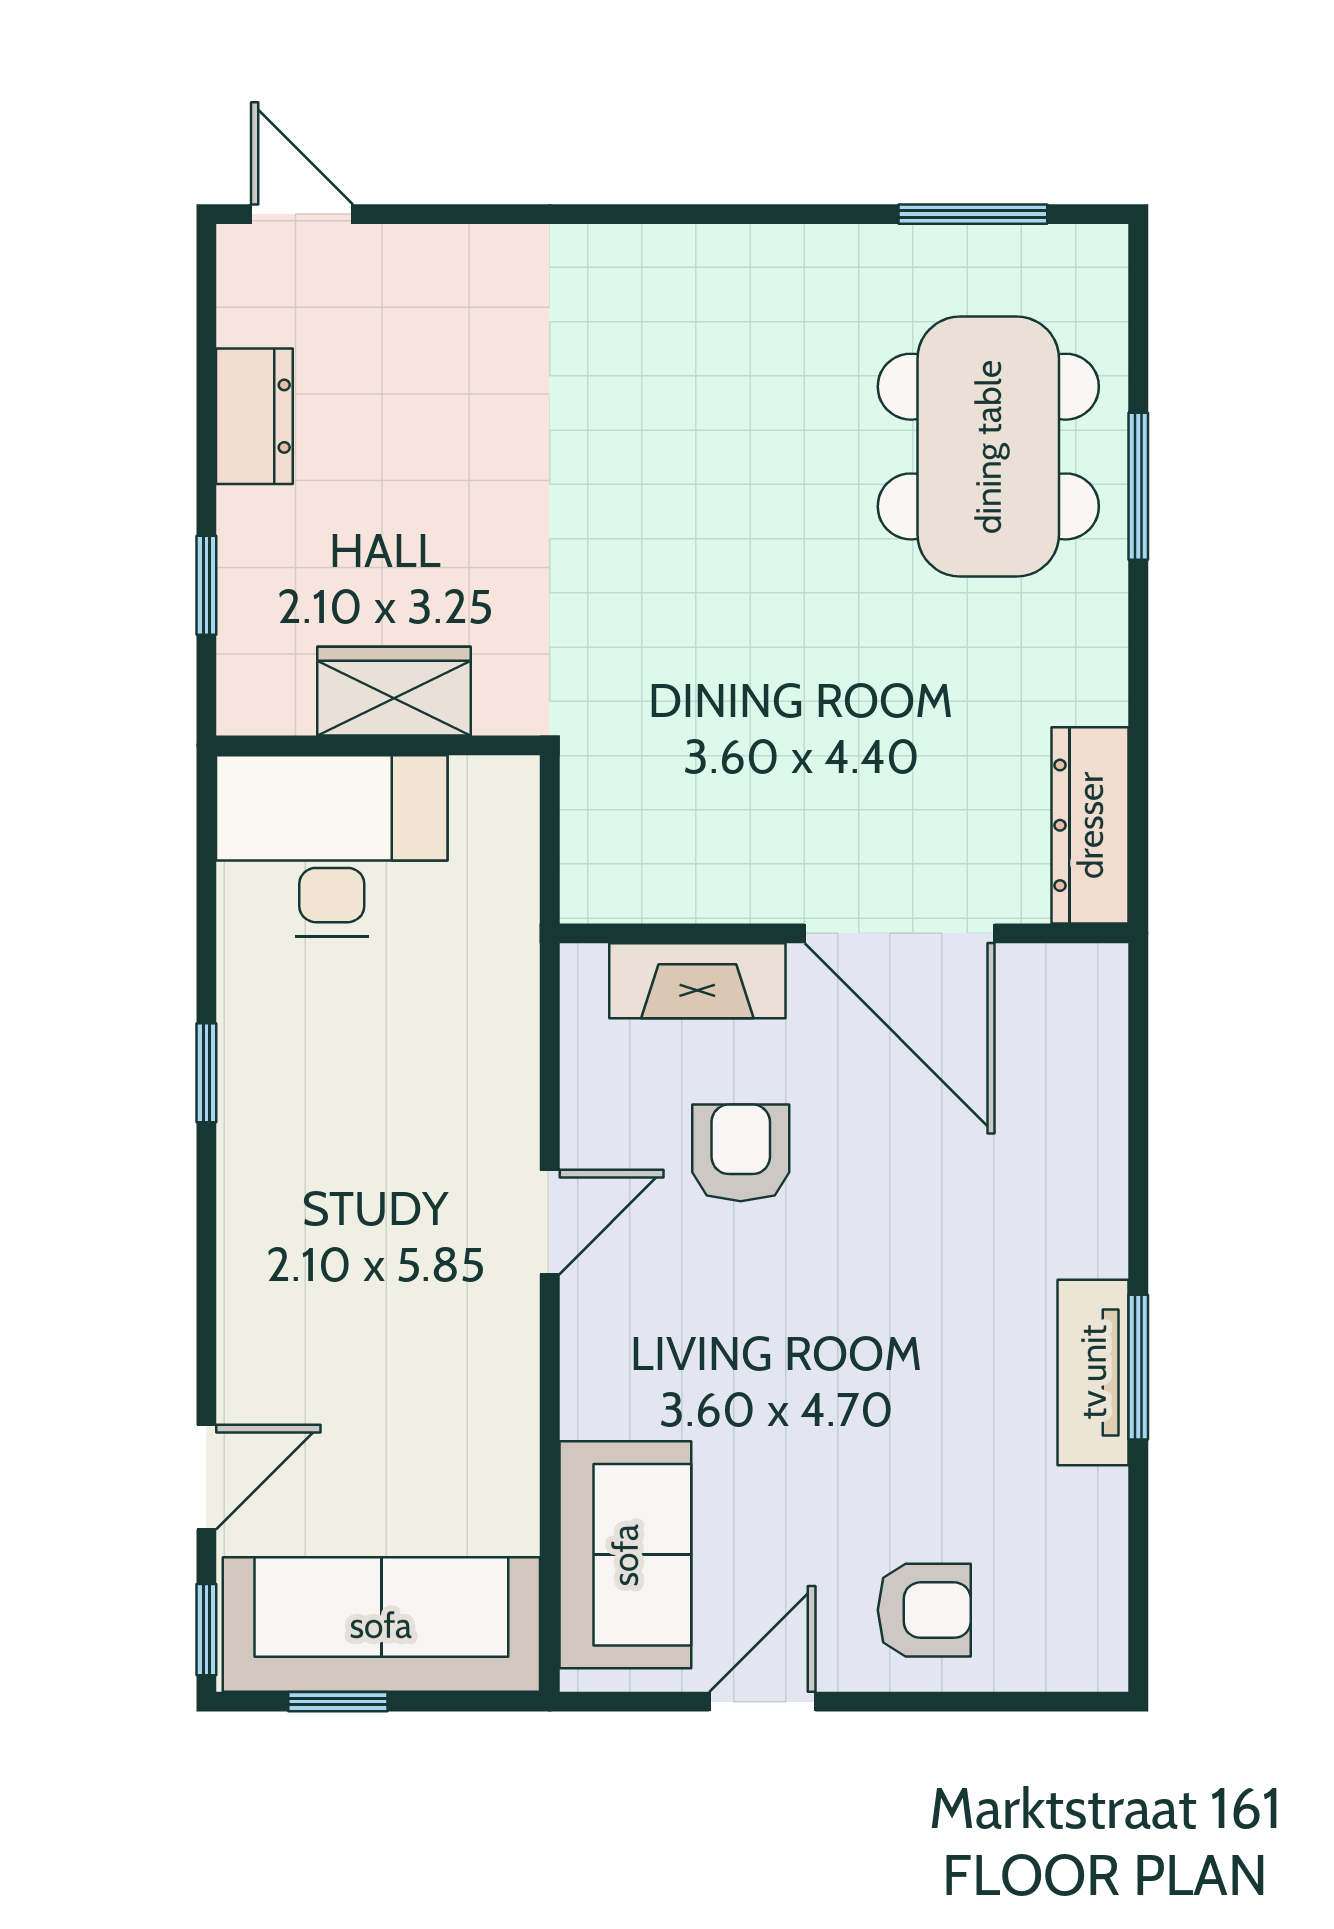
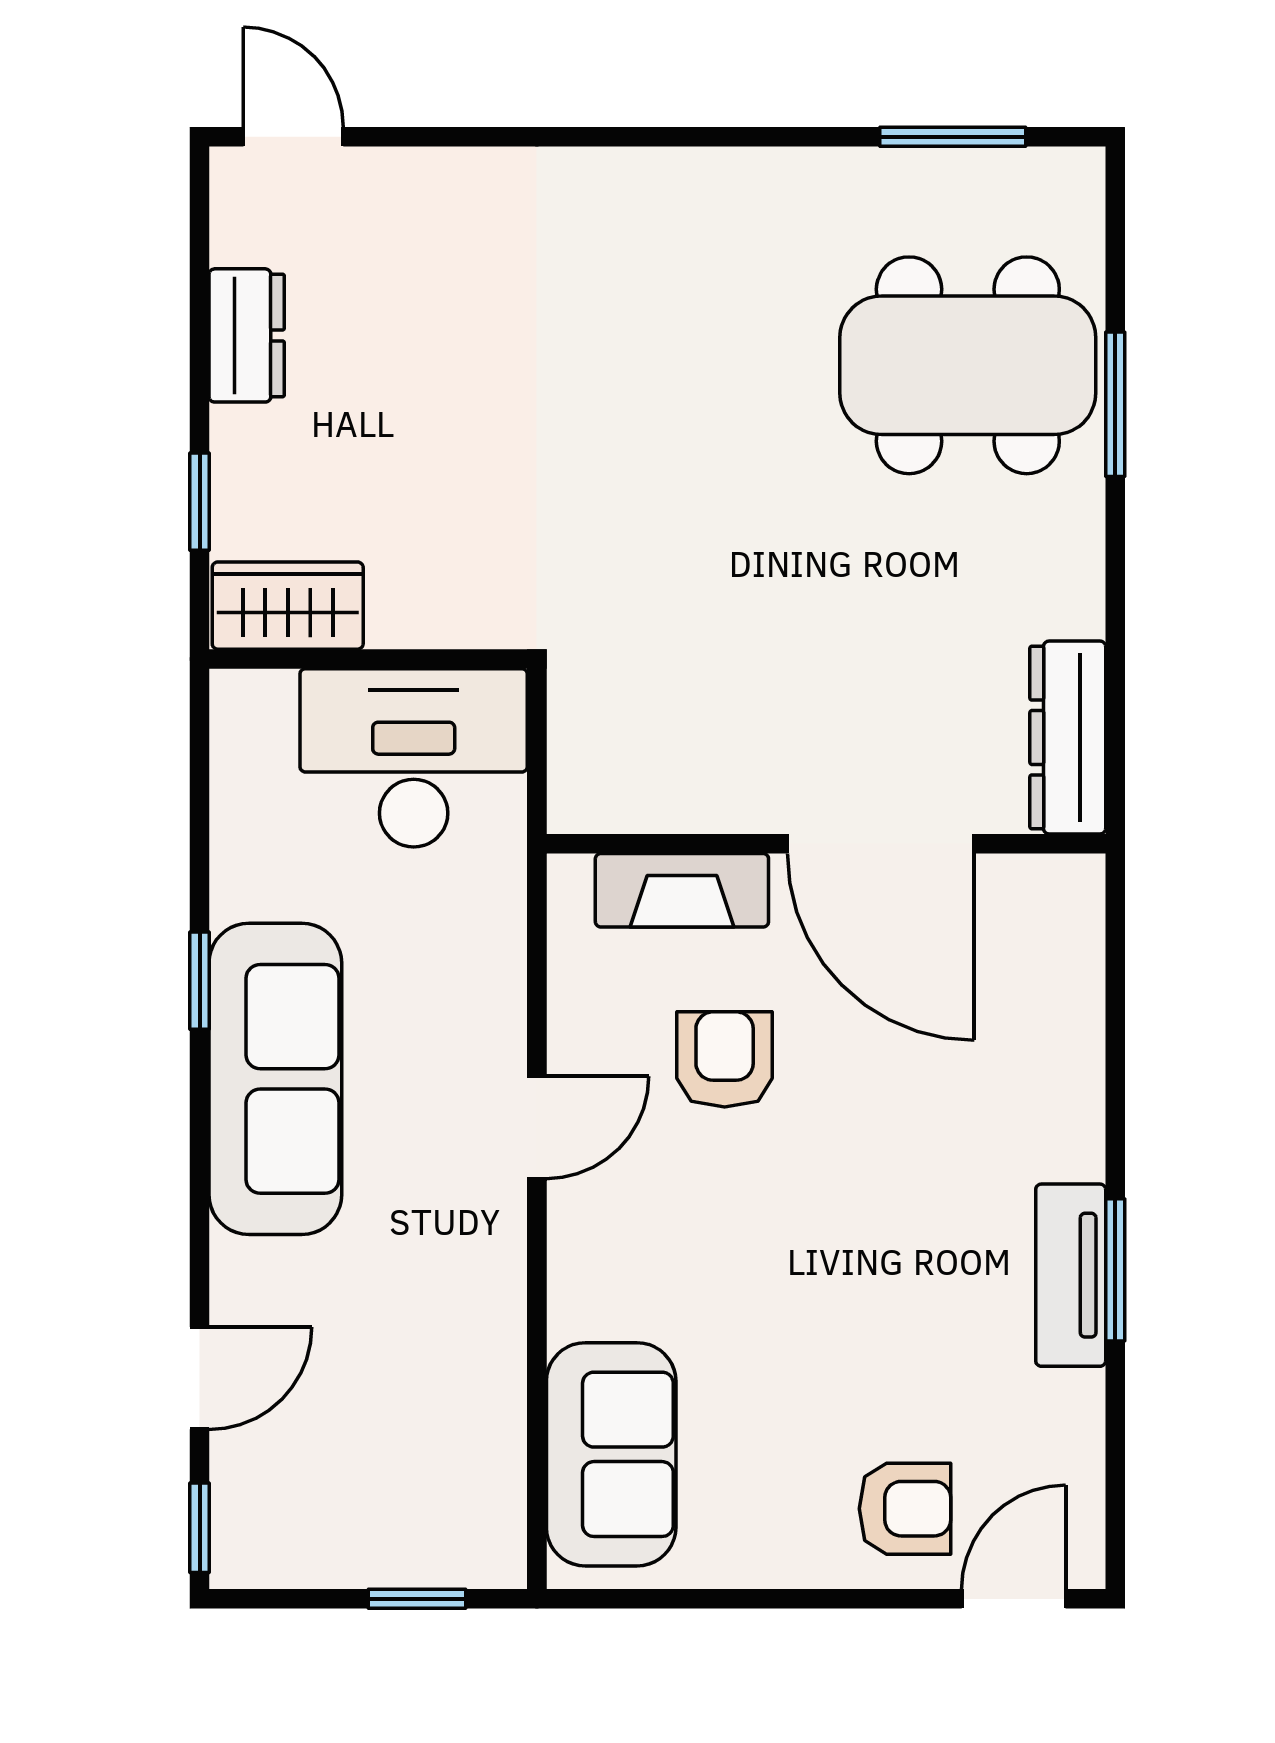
dining table: (988, 447) -> (968, 365), turned 90
wardrobe: (394, 691) -> (288, 606), moved
desk: (332, 846) -> (414, 758), moved
sofa: (381, 1625) -> (275, 1079), moved, turned 90
window: (338, 1702) -> (417, 1599), moved
door: (762, 1702) -> (1014, 1599), moved

